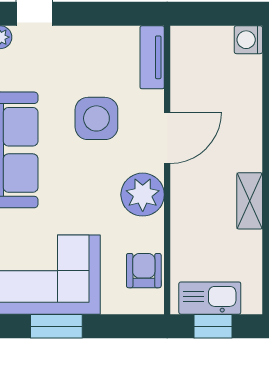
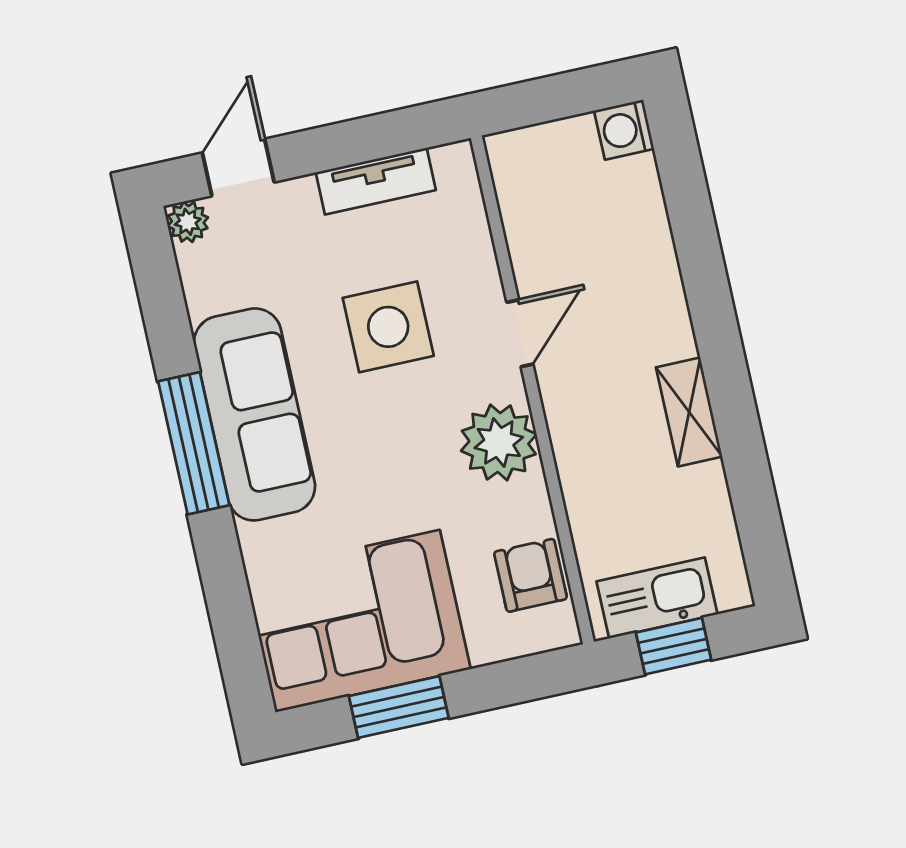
tv unit: (152, 57) -> (376, 181), moved, turned -90
door: (167, 138) -> (520, 333), width x0.73

